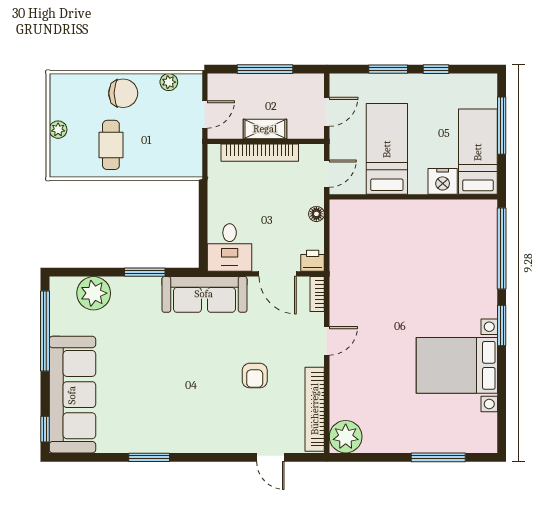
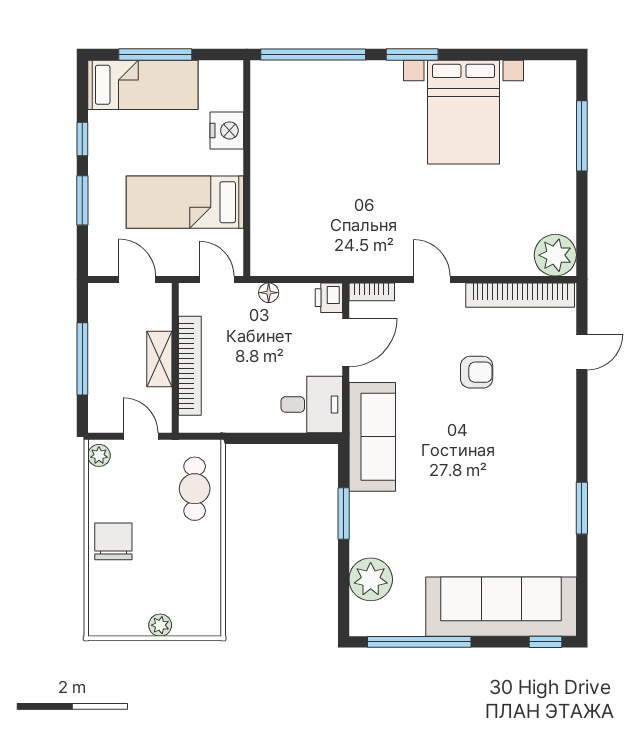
plant: (169, 82) -> (99, 455), moved
cafe table: (111, 145) -> (195, 489), moved, turned 90
bed: (478, 152) -> (143, 85), moved, turned 180

